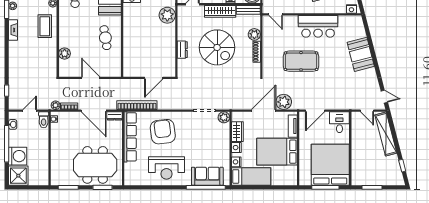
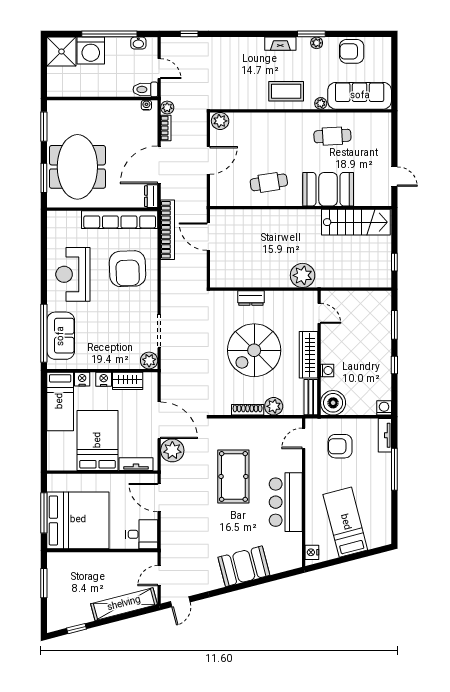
plant: (65, 54) -> (220, 121), moved
door: (154, 78) -> (208, 237), moved
armchair: (163, 132) -> (128, 269), turned 95

